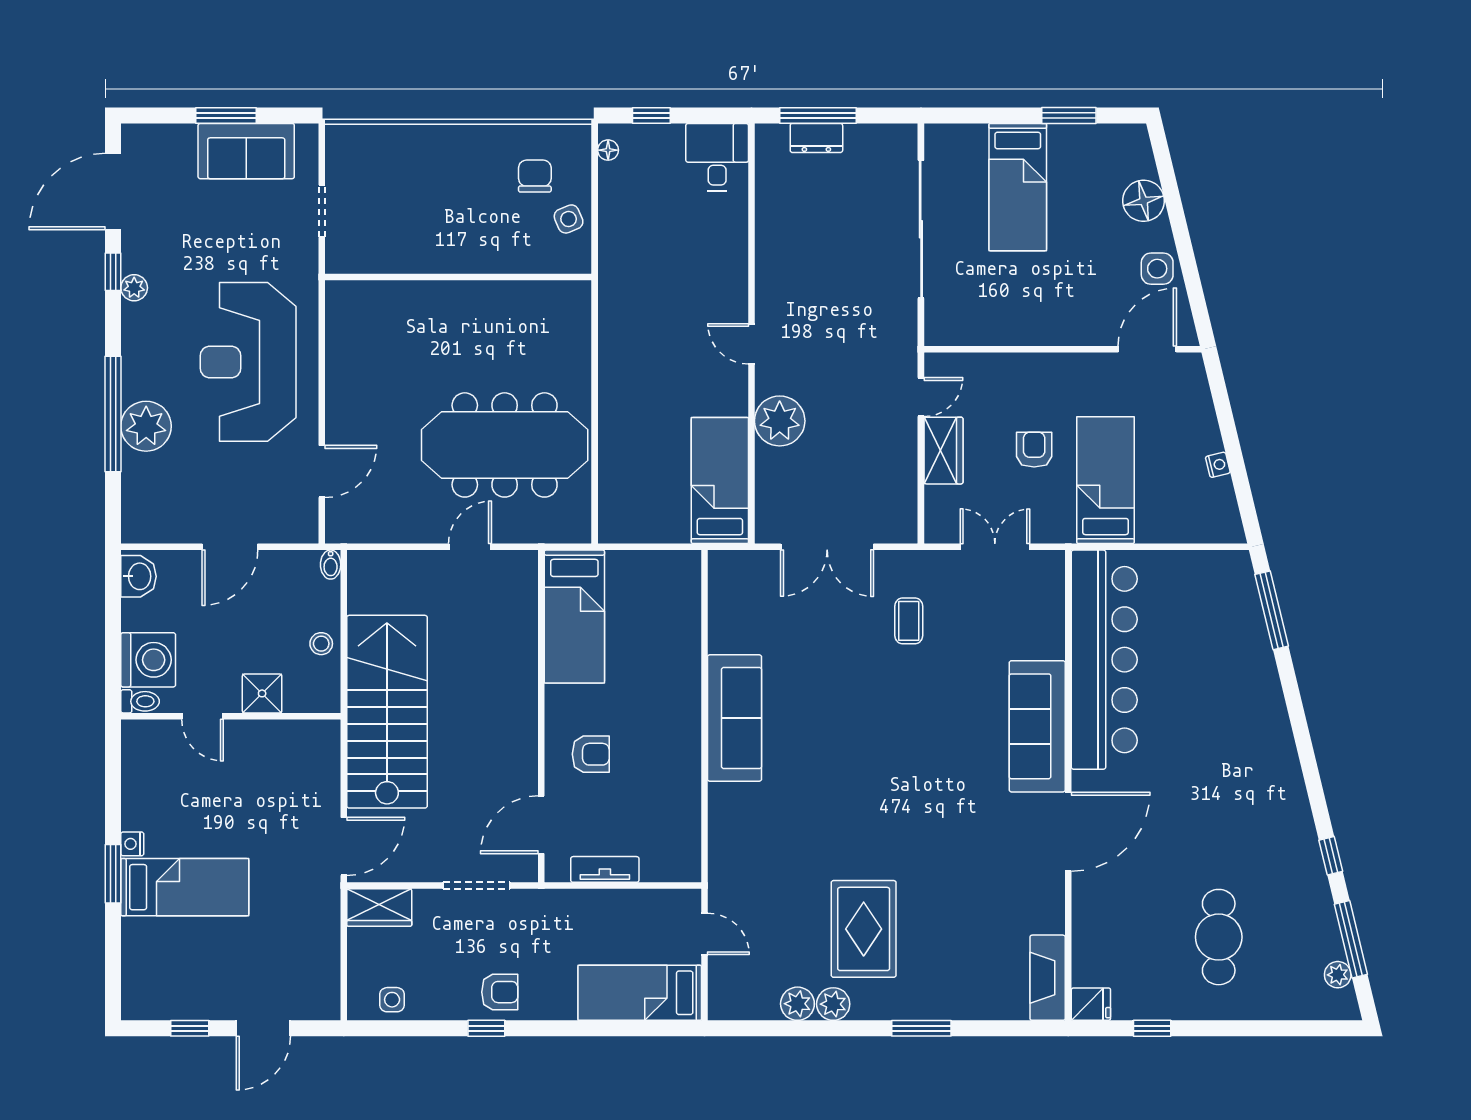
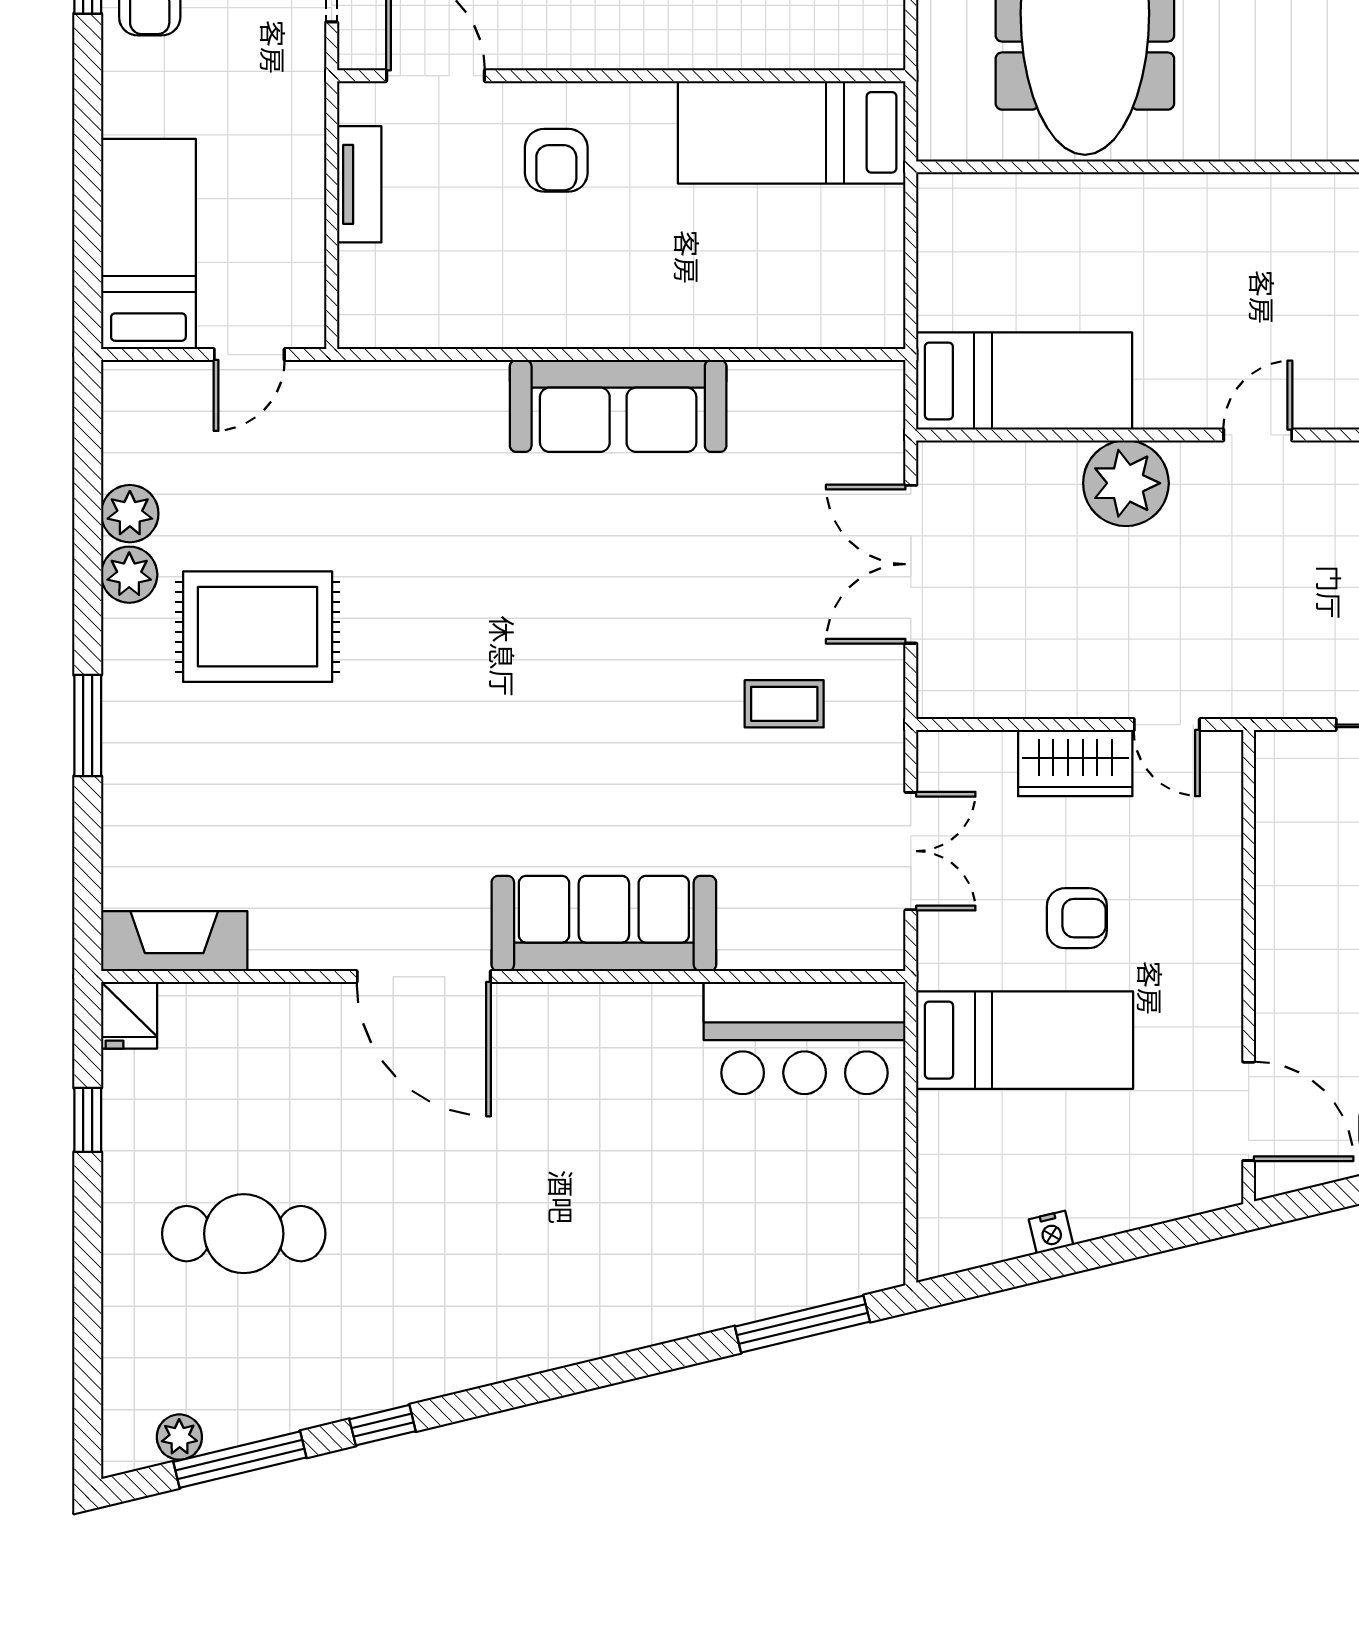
bar counter: (1104, 660) -> (805, 1038), width x0.54

